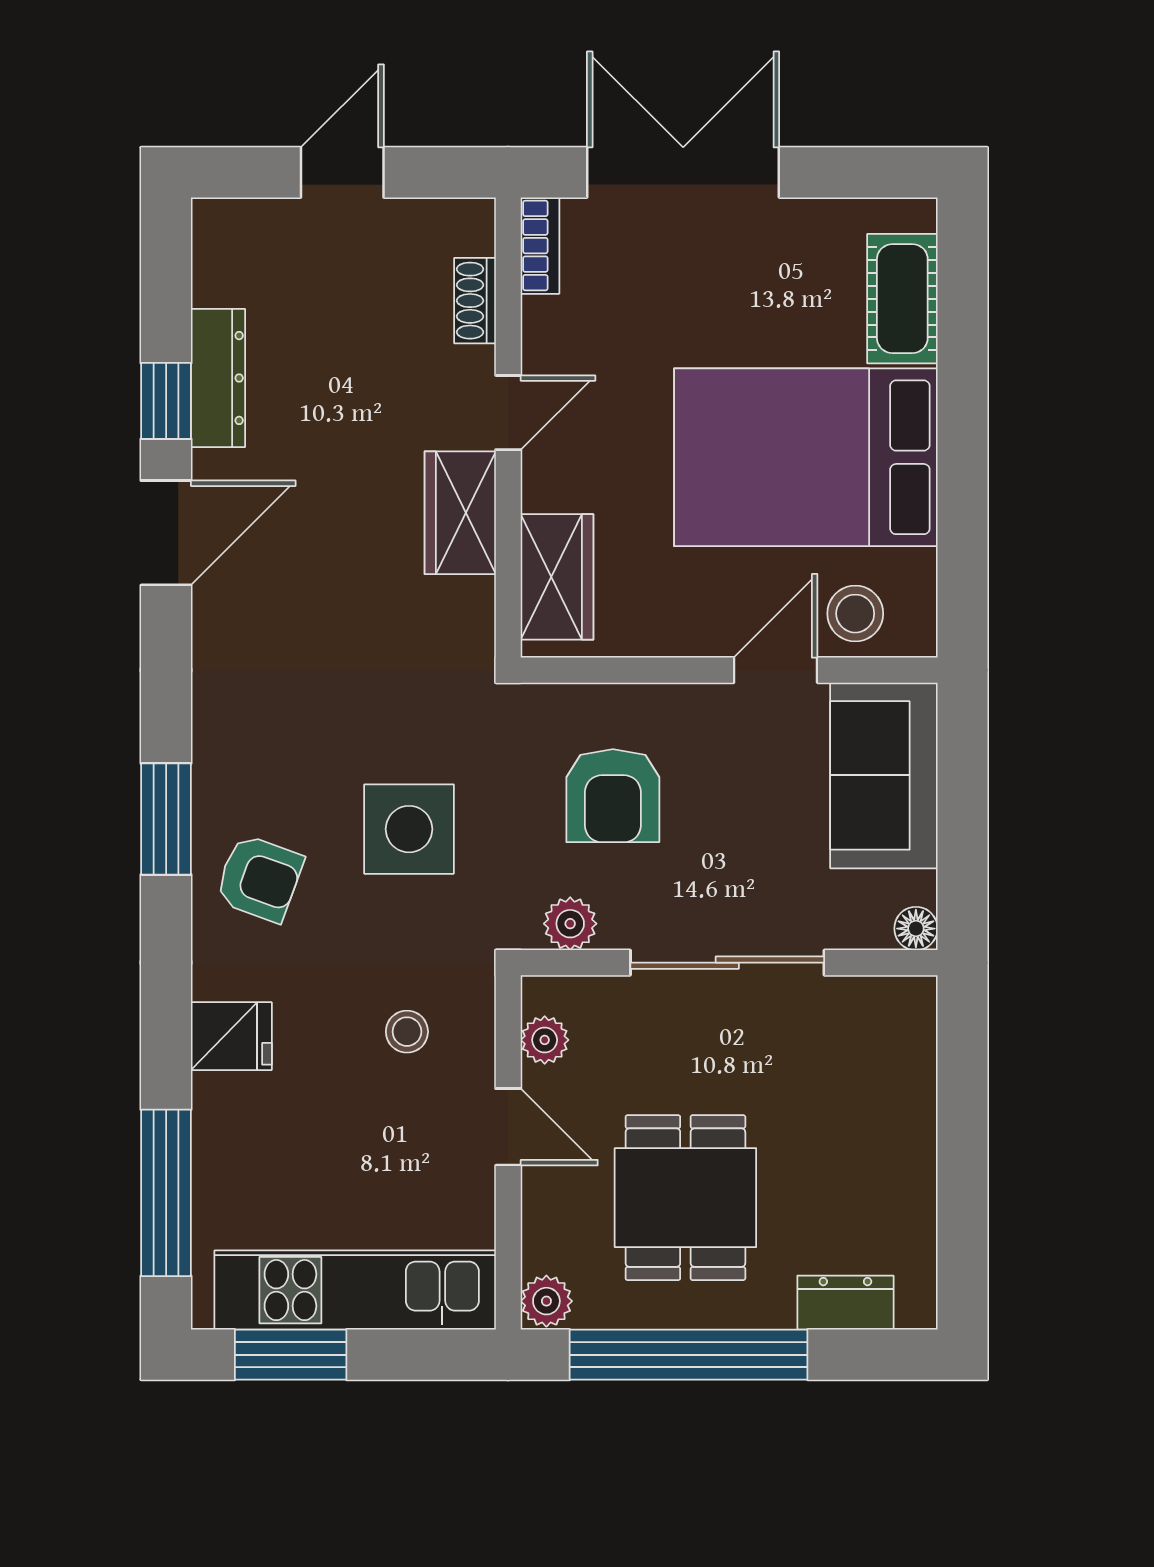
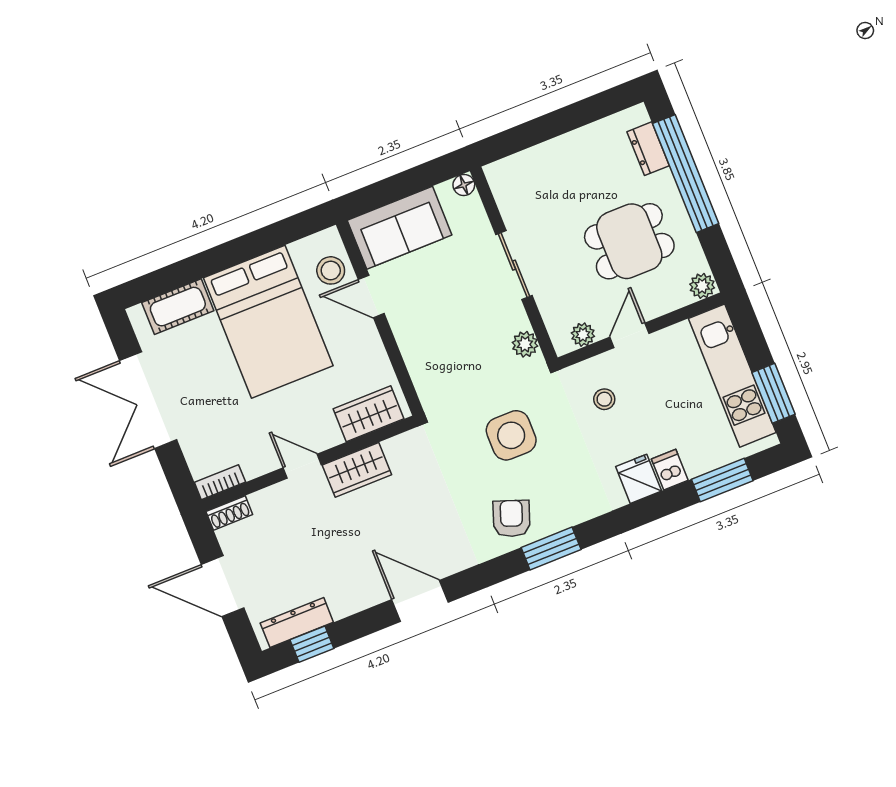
door: (342, 172) -> (223, 586), width x1.38
double door: (683, 172) -> (148, 400), moved
shoe rack: (475, 301) -> (229, 513), moved
dresser: (218, 378) -> (297, 623), moved
window: (166, 401) -> (312, 644), moved
armchair: (613, 796) -> (459, 348), removed
armchair: (259, 878) -> (511, 518), moved
sliding door: (727, 963) -> (514, 265), width x0.73
dishwasher: (225, 1102) -> (670, 470), added
window: (166, 1193) -> (722, 480), width x0.69
window: (689, 1355) -> (686, 174), moved

